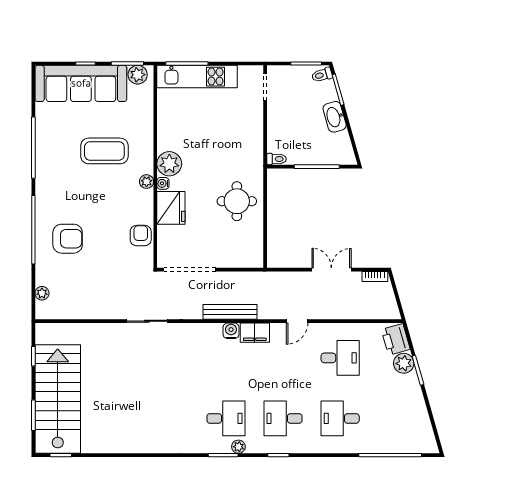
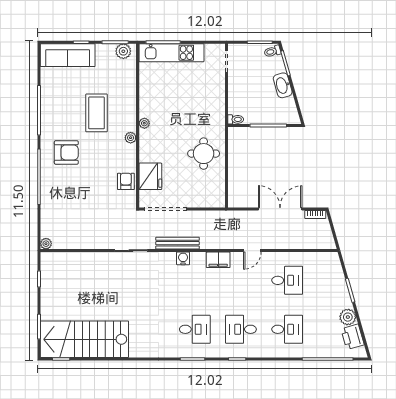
sofa: (81, 83) -> (68, 55), width x0.74, depth x0.79
coffee table: (104, 151) -> (97, 113), turned 90
plant: (169, 164) -> (144, 123), width x0.53, depth x0.53
water cooler: (163, 183) -> (144, 139), removed
fridge: (171, 208) -> (150, 176), moved
armchair: (68, 239) -> (66, 152), moved
double door: (331, 270) -> (280, 209), width x1.37
plant: (42, 293) -> (46, 244), moved
bench: (230, 312) -> (178, 243), moved
water cooler: (231, 331) -> (183, 258), moved
printer: (396, 339) -> (352, 337), moved
plant: (404, 363) -> (348, 317), moved
stairs: (58, 399) -> (84, 339), moved, turned -90
desk: (340, 418) -> (287, 329), turned 180
plant: (238, 447) -> (205, 352), removed

